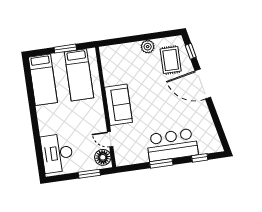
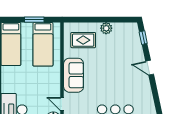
rug: (171, 60) -> (83, 40), moved, turned 90
door: (203, 84) -> (150, 68), width x0.53

